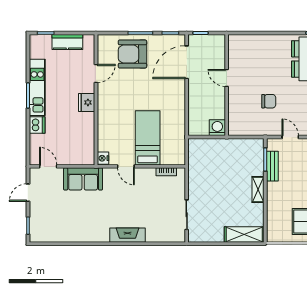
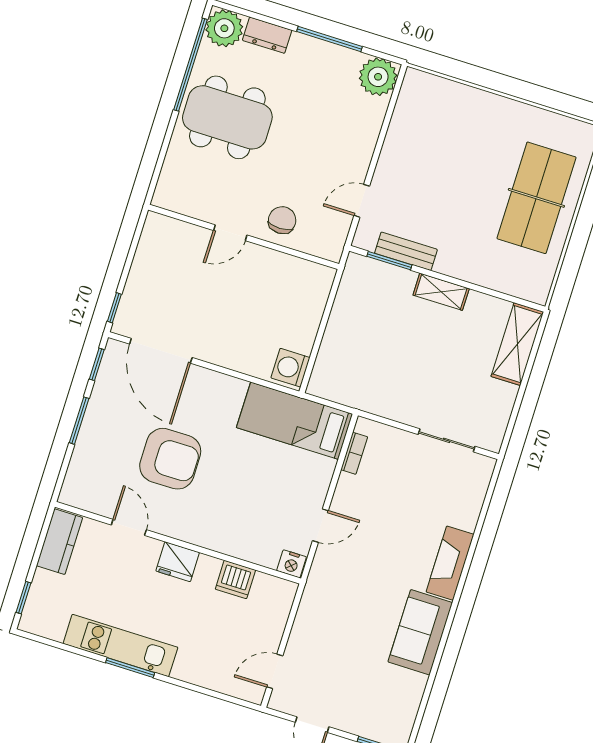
kitchen counter: (67, 42) -> (60, 542), moved
armchair: (132, 54) -> (170, 459), moved, turned -90
door: (227, 78) -> (230, 233), moved
wall: (227, 85) -> (244, 237), moved
dishwasher: (37, 125) -> (235, 580), moved, turned 180
washing machine: (217, 128) -> (290, 368), moved
bed: (148, 138) -> (295, 421), moved
sofa: (83, 179) -> (420, 632), moved, turned 180

